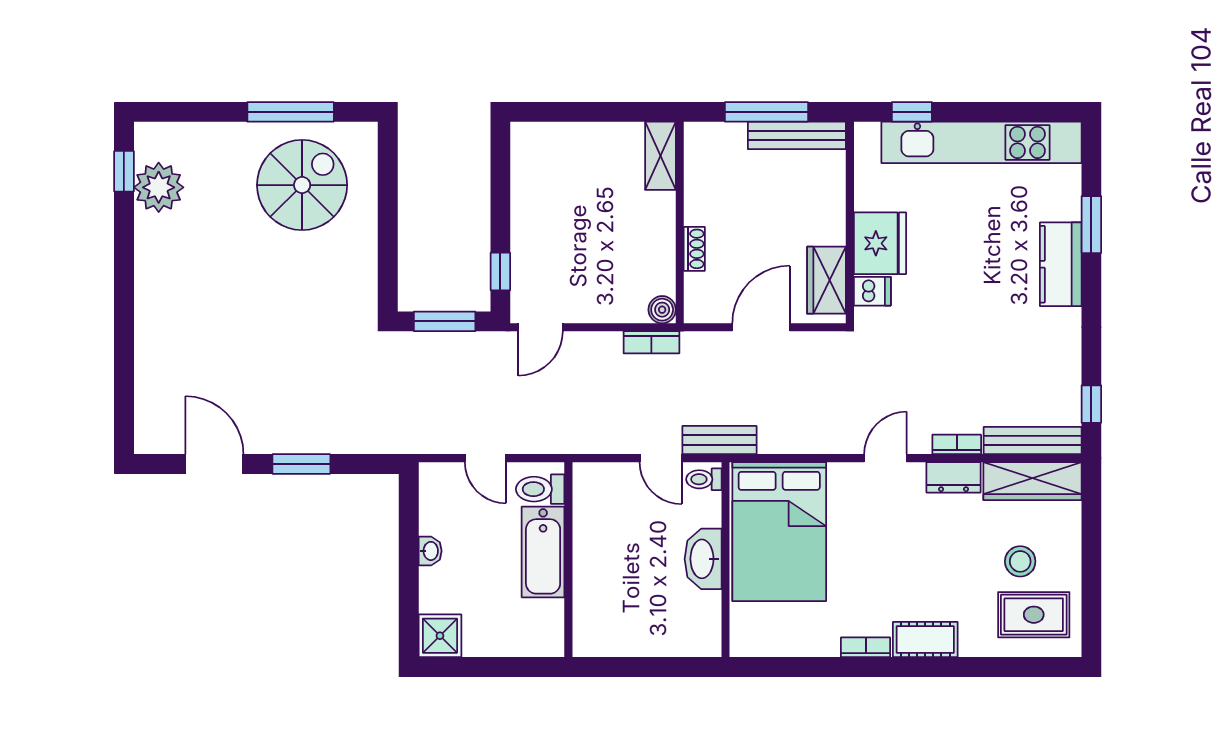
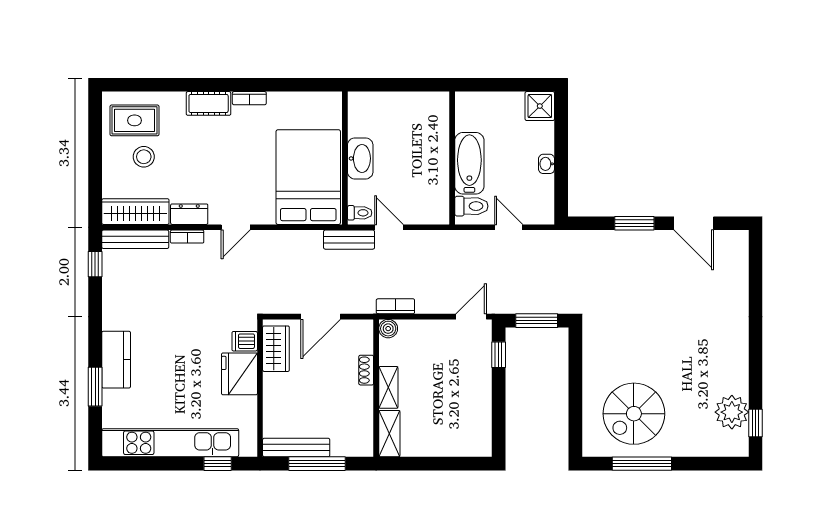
shelving: (662, 223) -> (388, 387), added

